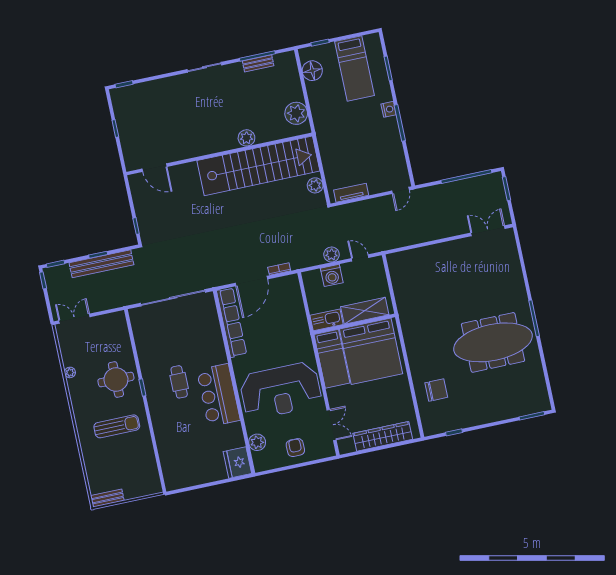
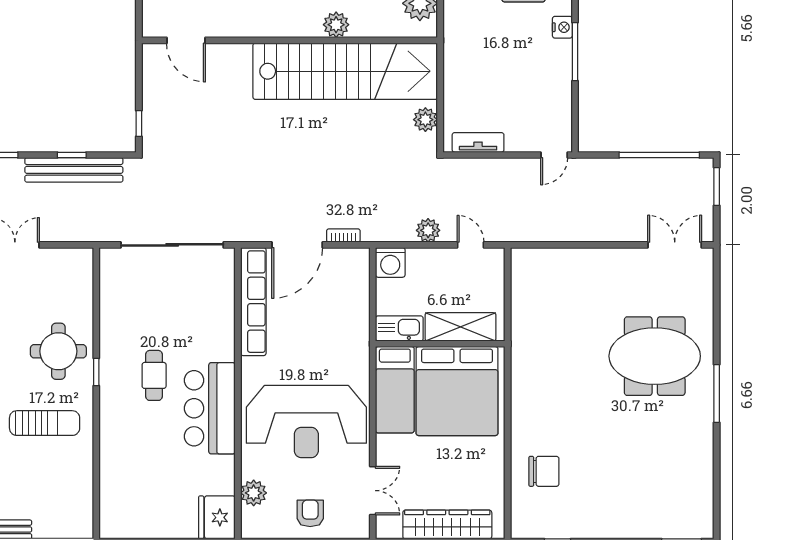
washing machine: (332, 275) -> (390, 262), moved
meeting table: (493, 342) -> (655, 356), moved, width x0.73

